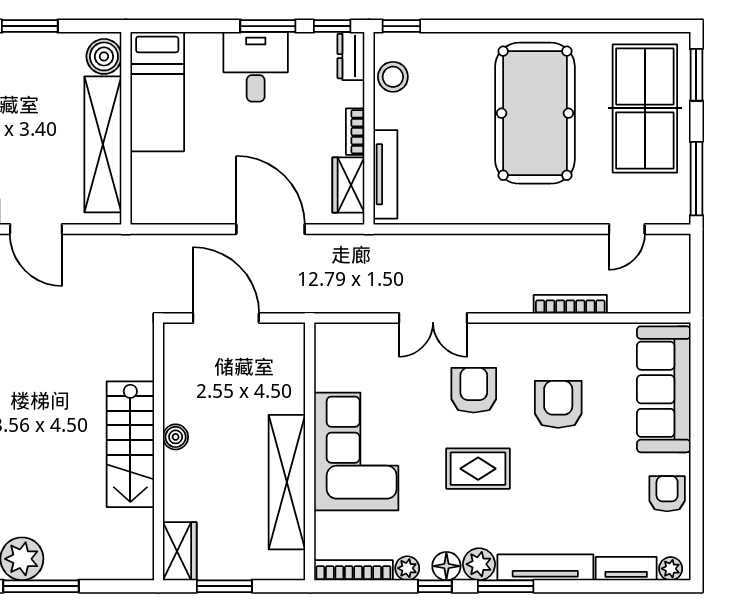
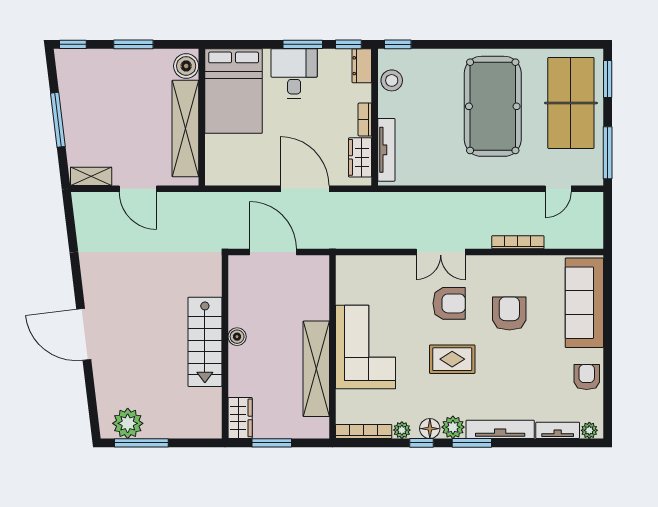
bed: (157, 92) -> (234, 91), width x1.50
double door: (433, 318) -> (441, 252), moved
armchair: (474, 390) -> (449, 303), turned 90

